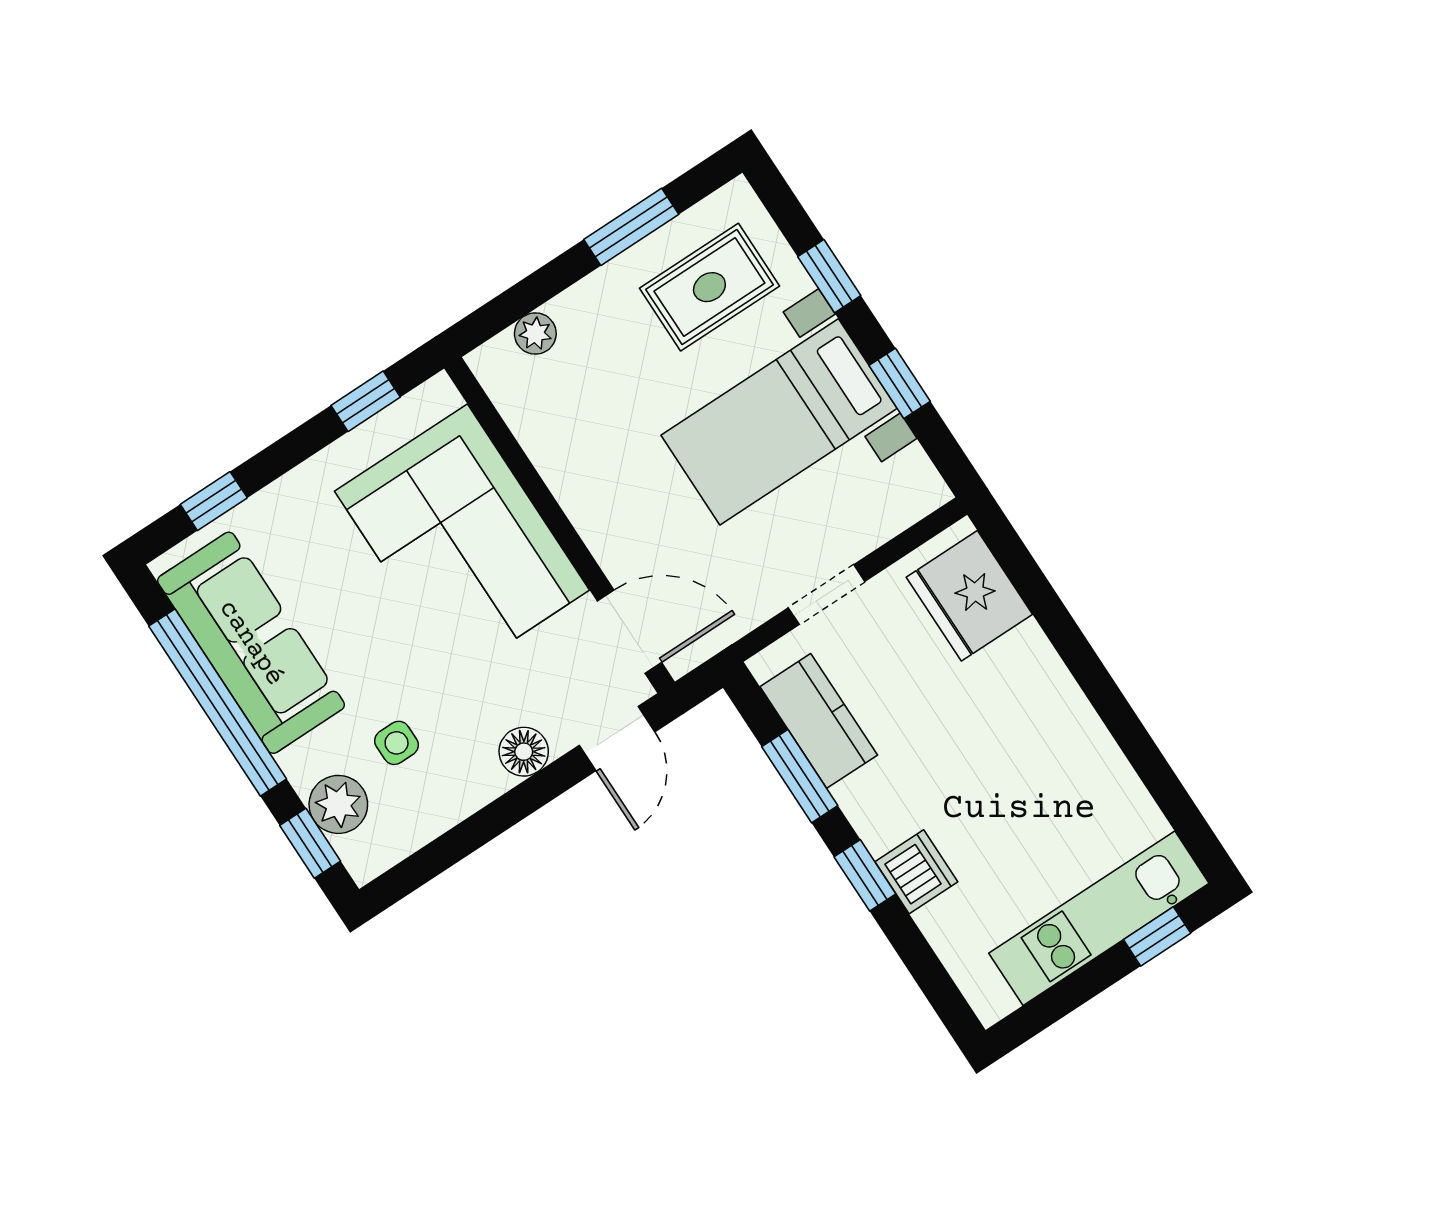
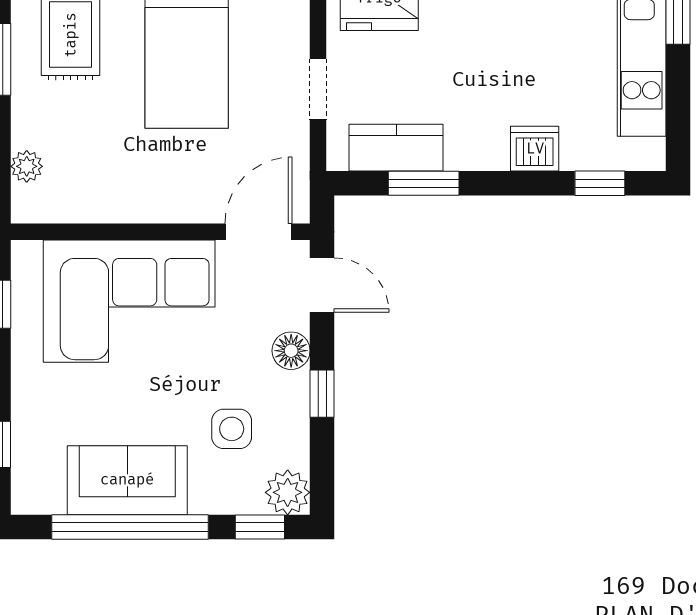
sofa: (251, 643) -> (127, 480), width x0.73
side table: (397, 743) -> (232, 429), width x1.37, depth x1.37
plant: (338, 804) -> (288, 492), moved
window: (499, 816) -> (322, 394), added
window: (865, 875) -> (600, 183), moved

